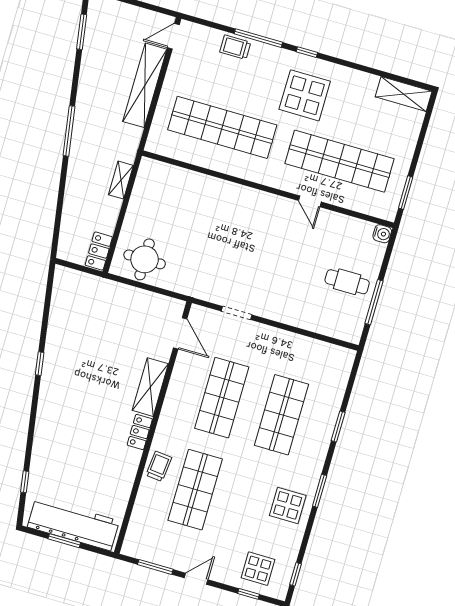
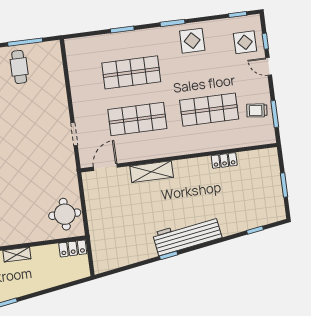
locker: (140, 432) -> (224, 160), moved
trolley: (159, 466) -> (257, 110), moved
workbench: (73, 524) -> (187, 235), moved, turned 81
door: (196, 579) -> (269, 66), moved

